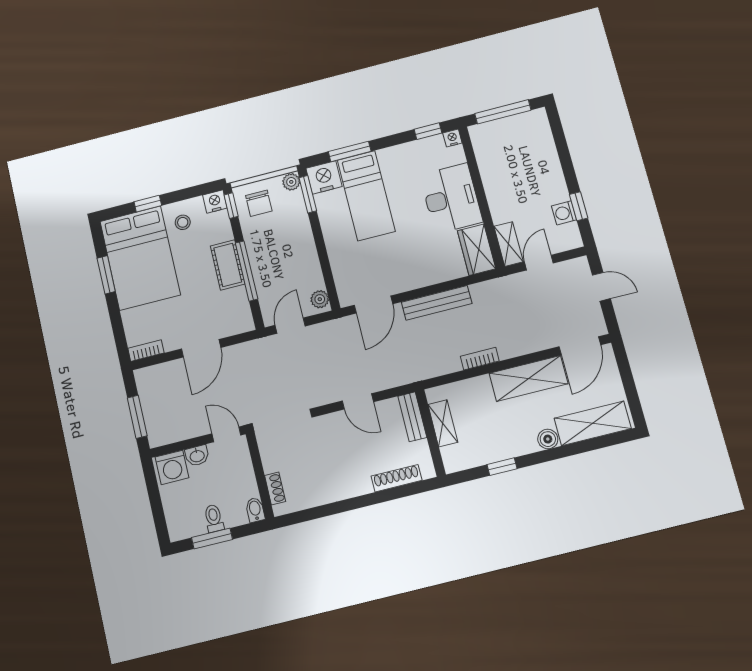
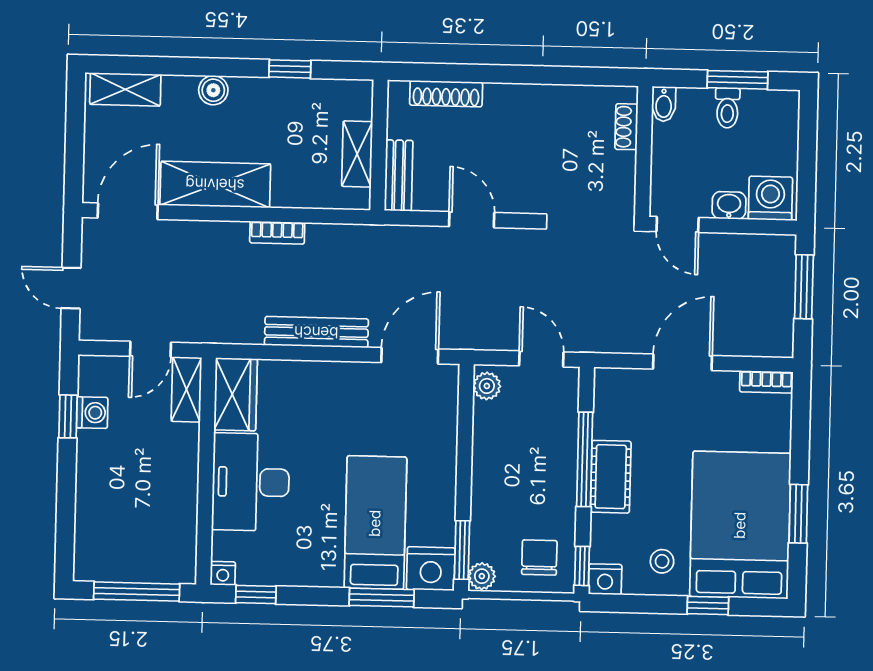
door: (290, 326) -> (541, 359), swing flipped
shelving: (593, 423) -> (125, 89), width x0.67, depth x0.75

